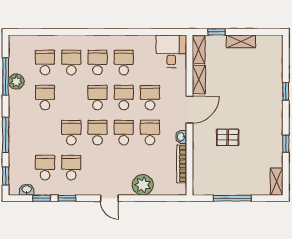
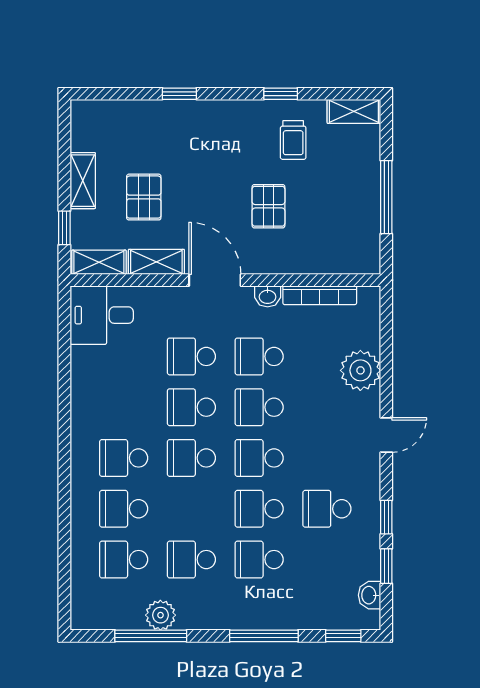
school desk: (124, 63) -> (124, 407), removed
pallet: (232, 73) -> (144, 197), added
trolley: (262, 150) -> (293, 140), added
school desk: (45, 168) -> (259, 560), moved

